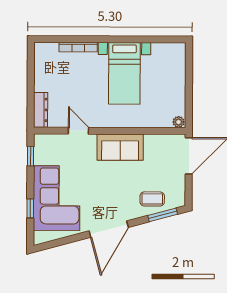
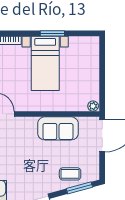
window: (133, 39) -> (52, 33), added
sofa: (120, 147) -> (58, 128), moved

